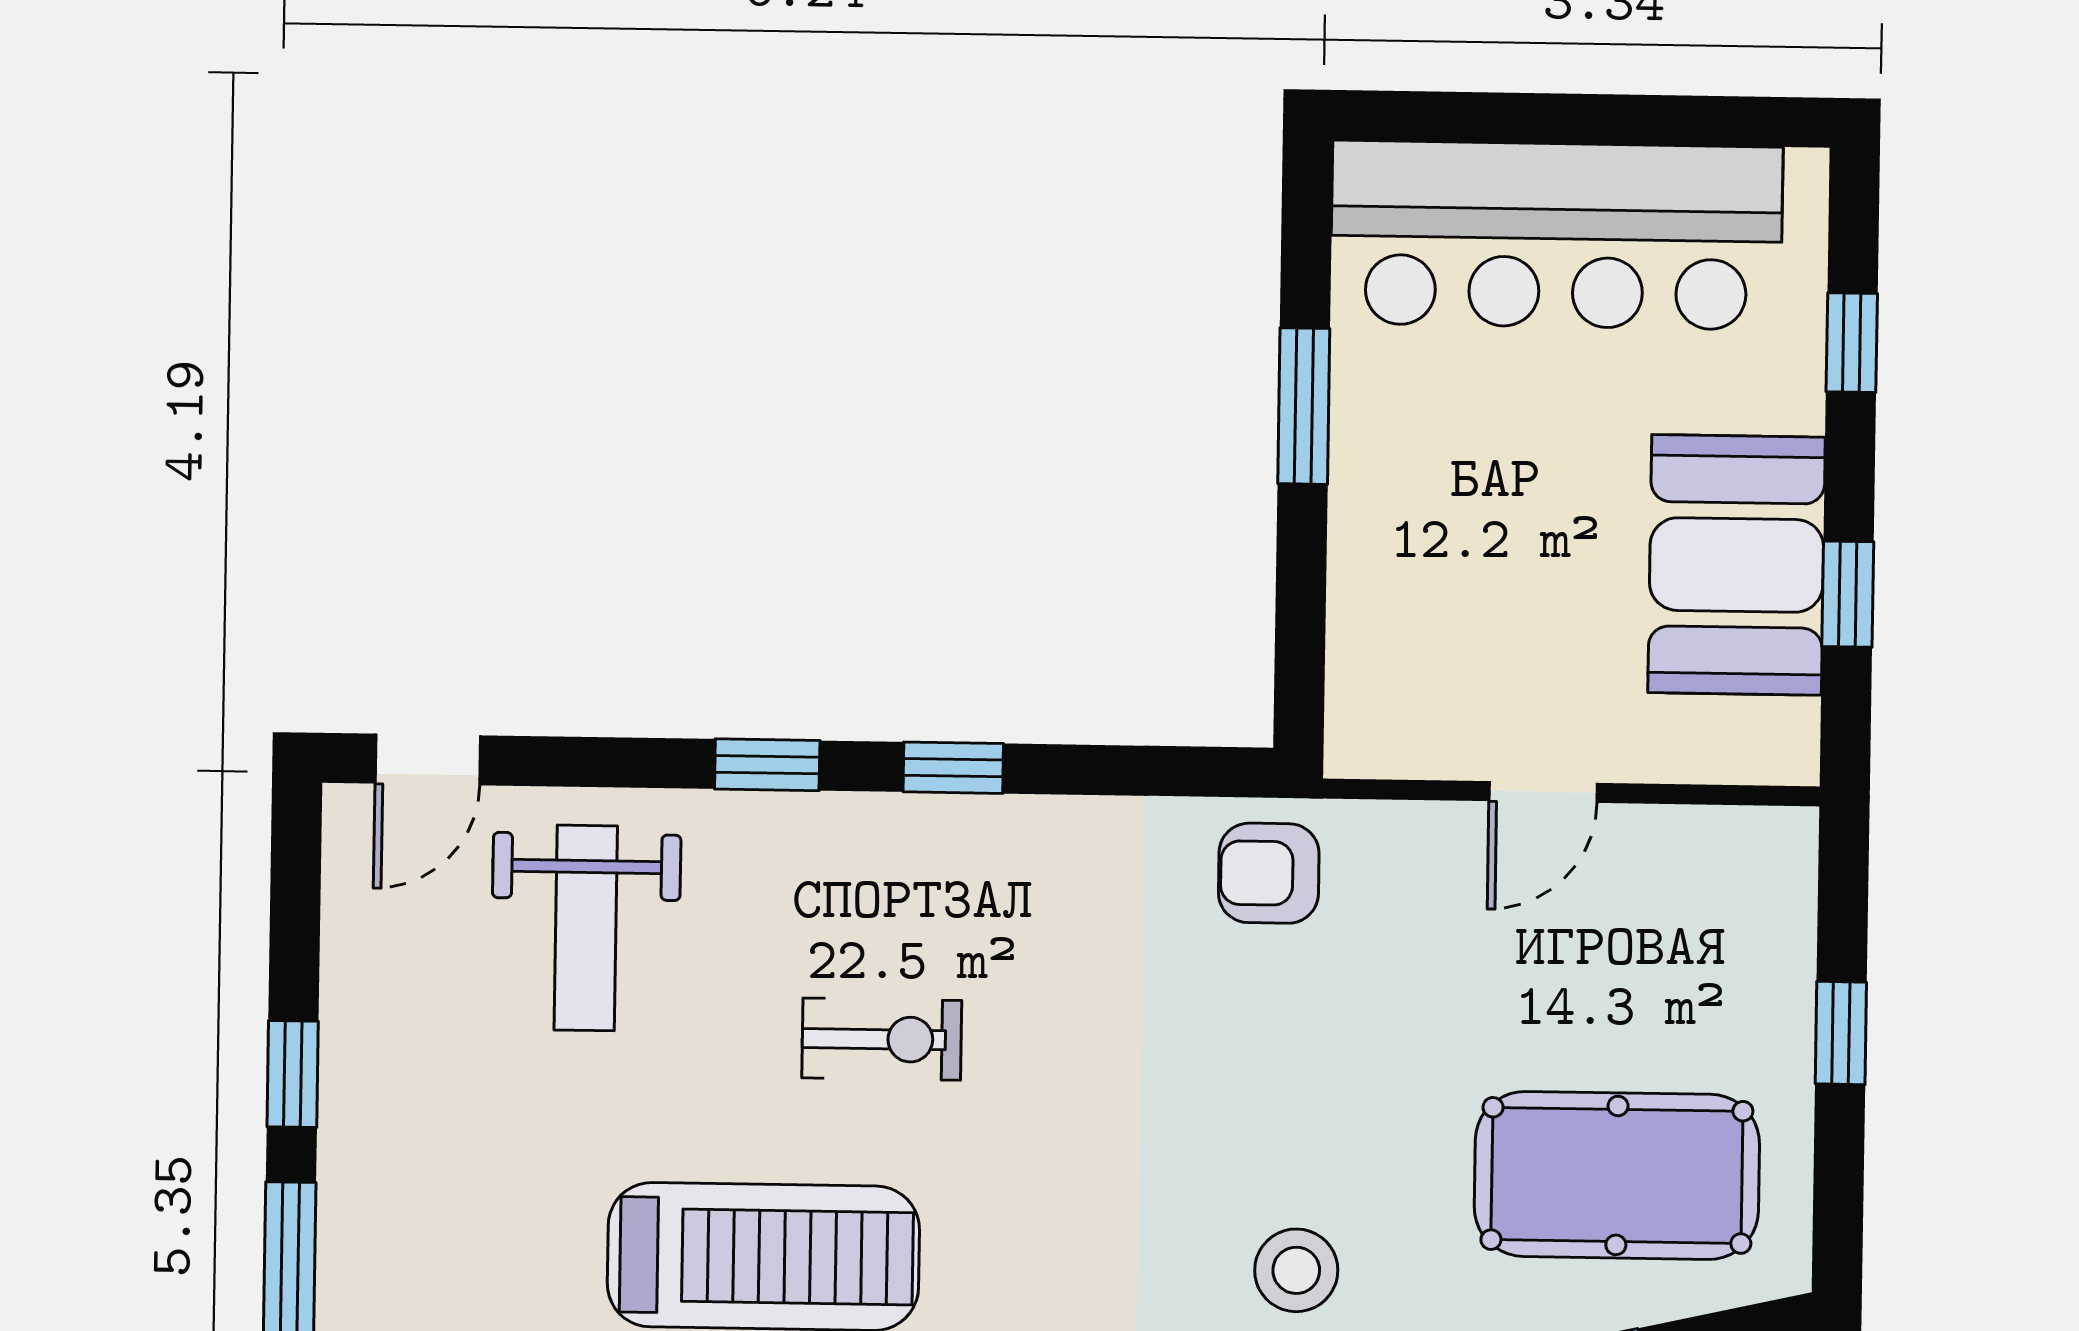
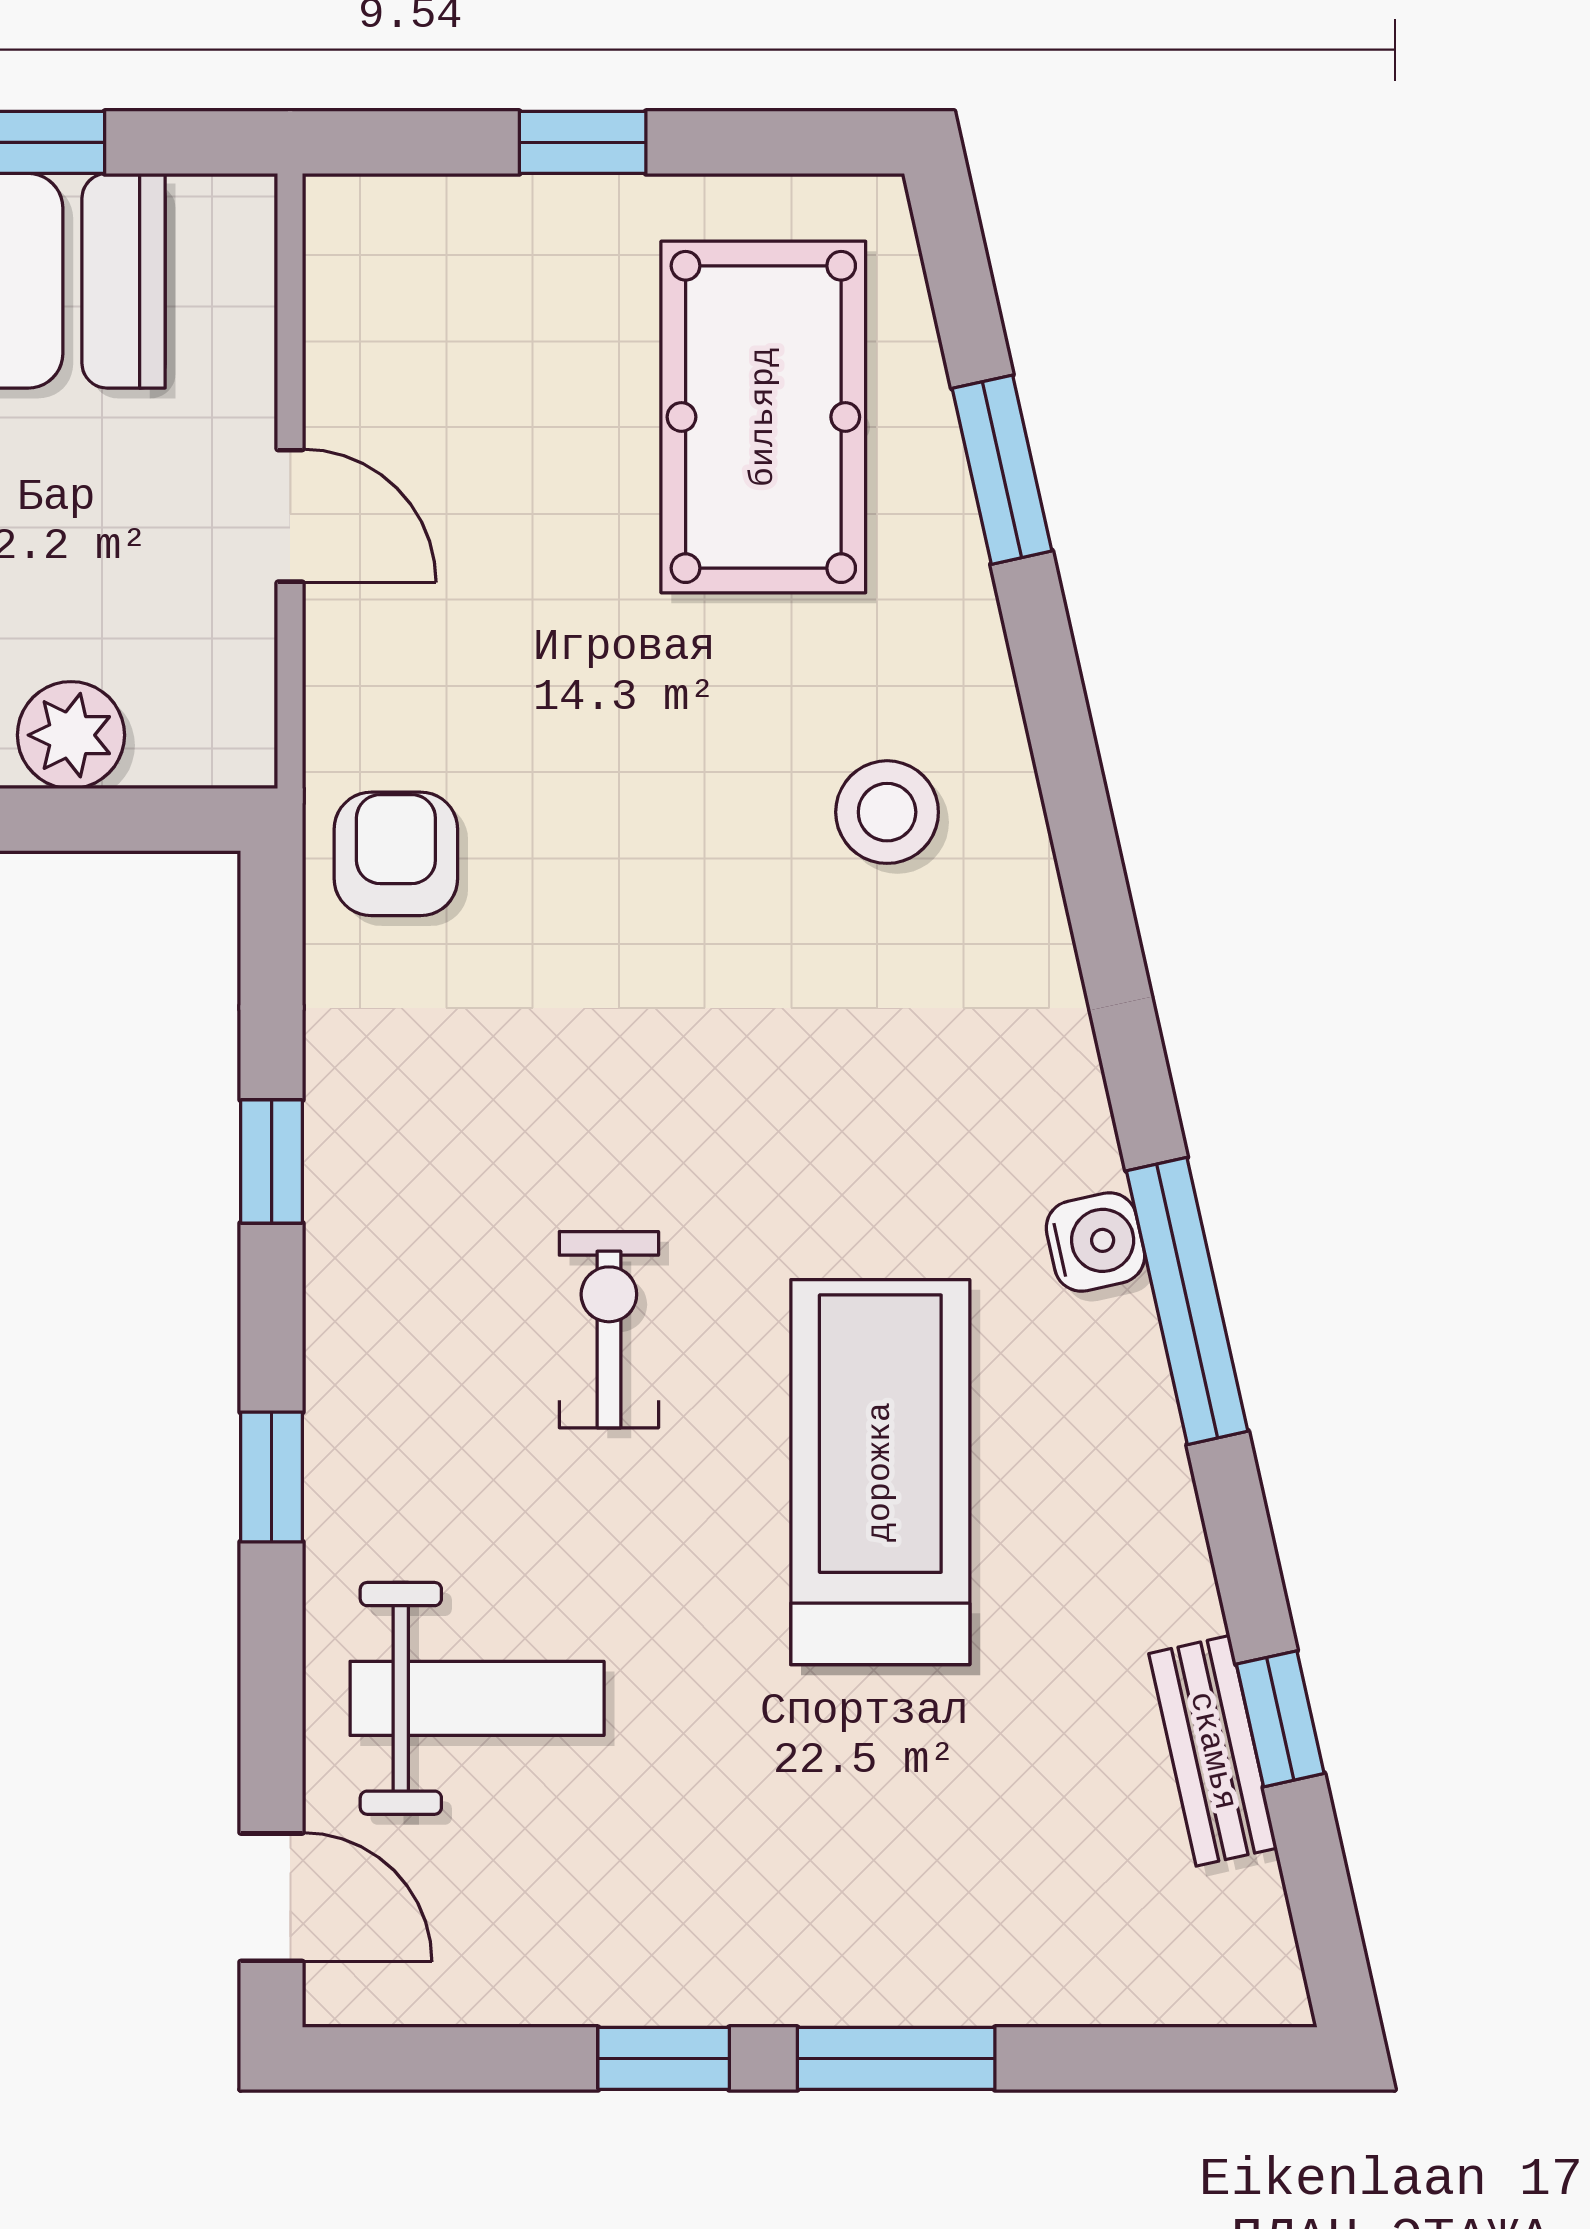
plant: (1369, 612) -> (71, 735), added
window: (953, 768) -> (272, 1162), moved
armchair: (1269, 873) -> (396, 854), turned 180

